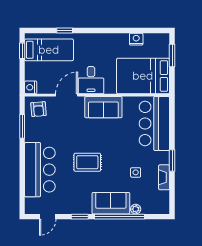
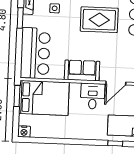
nightstand: (136, 39) -> (24, 131), moved
window: (172, 55) -> (17, 96), moved
rug: (87, 162) -> (99, 20), width x1.36, depth x1.43

